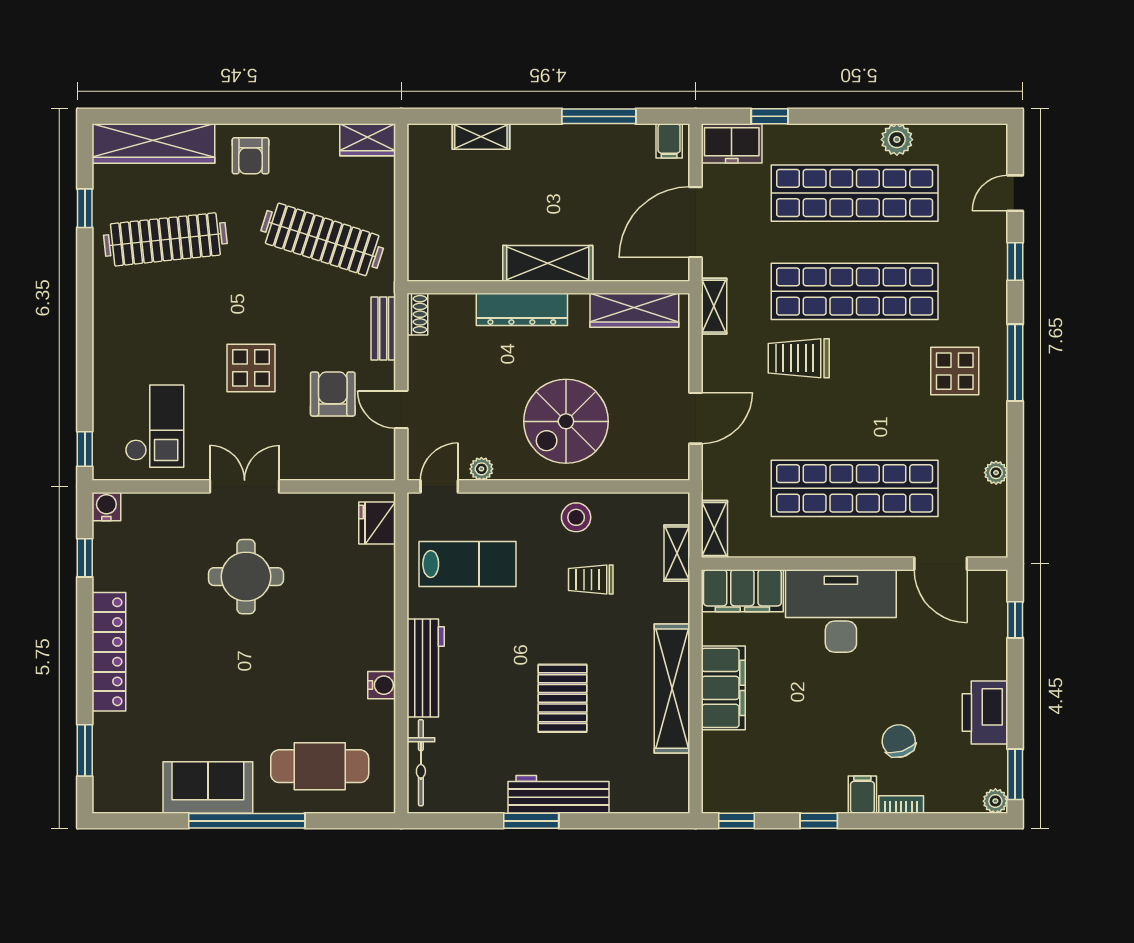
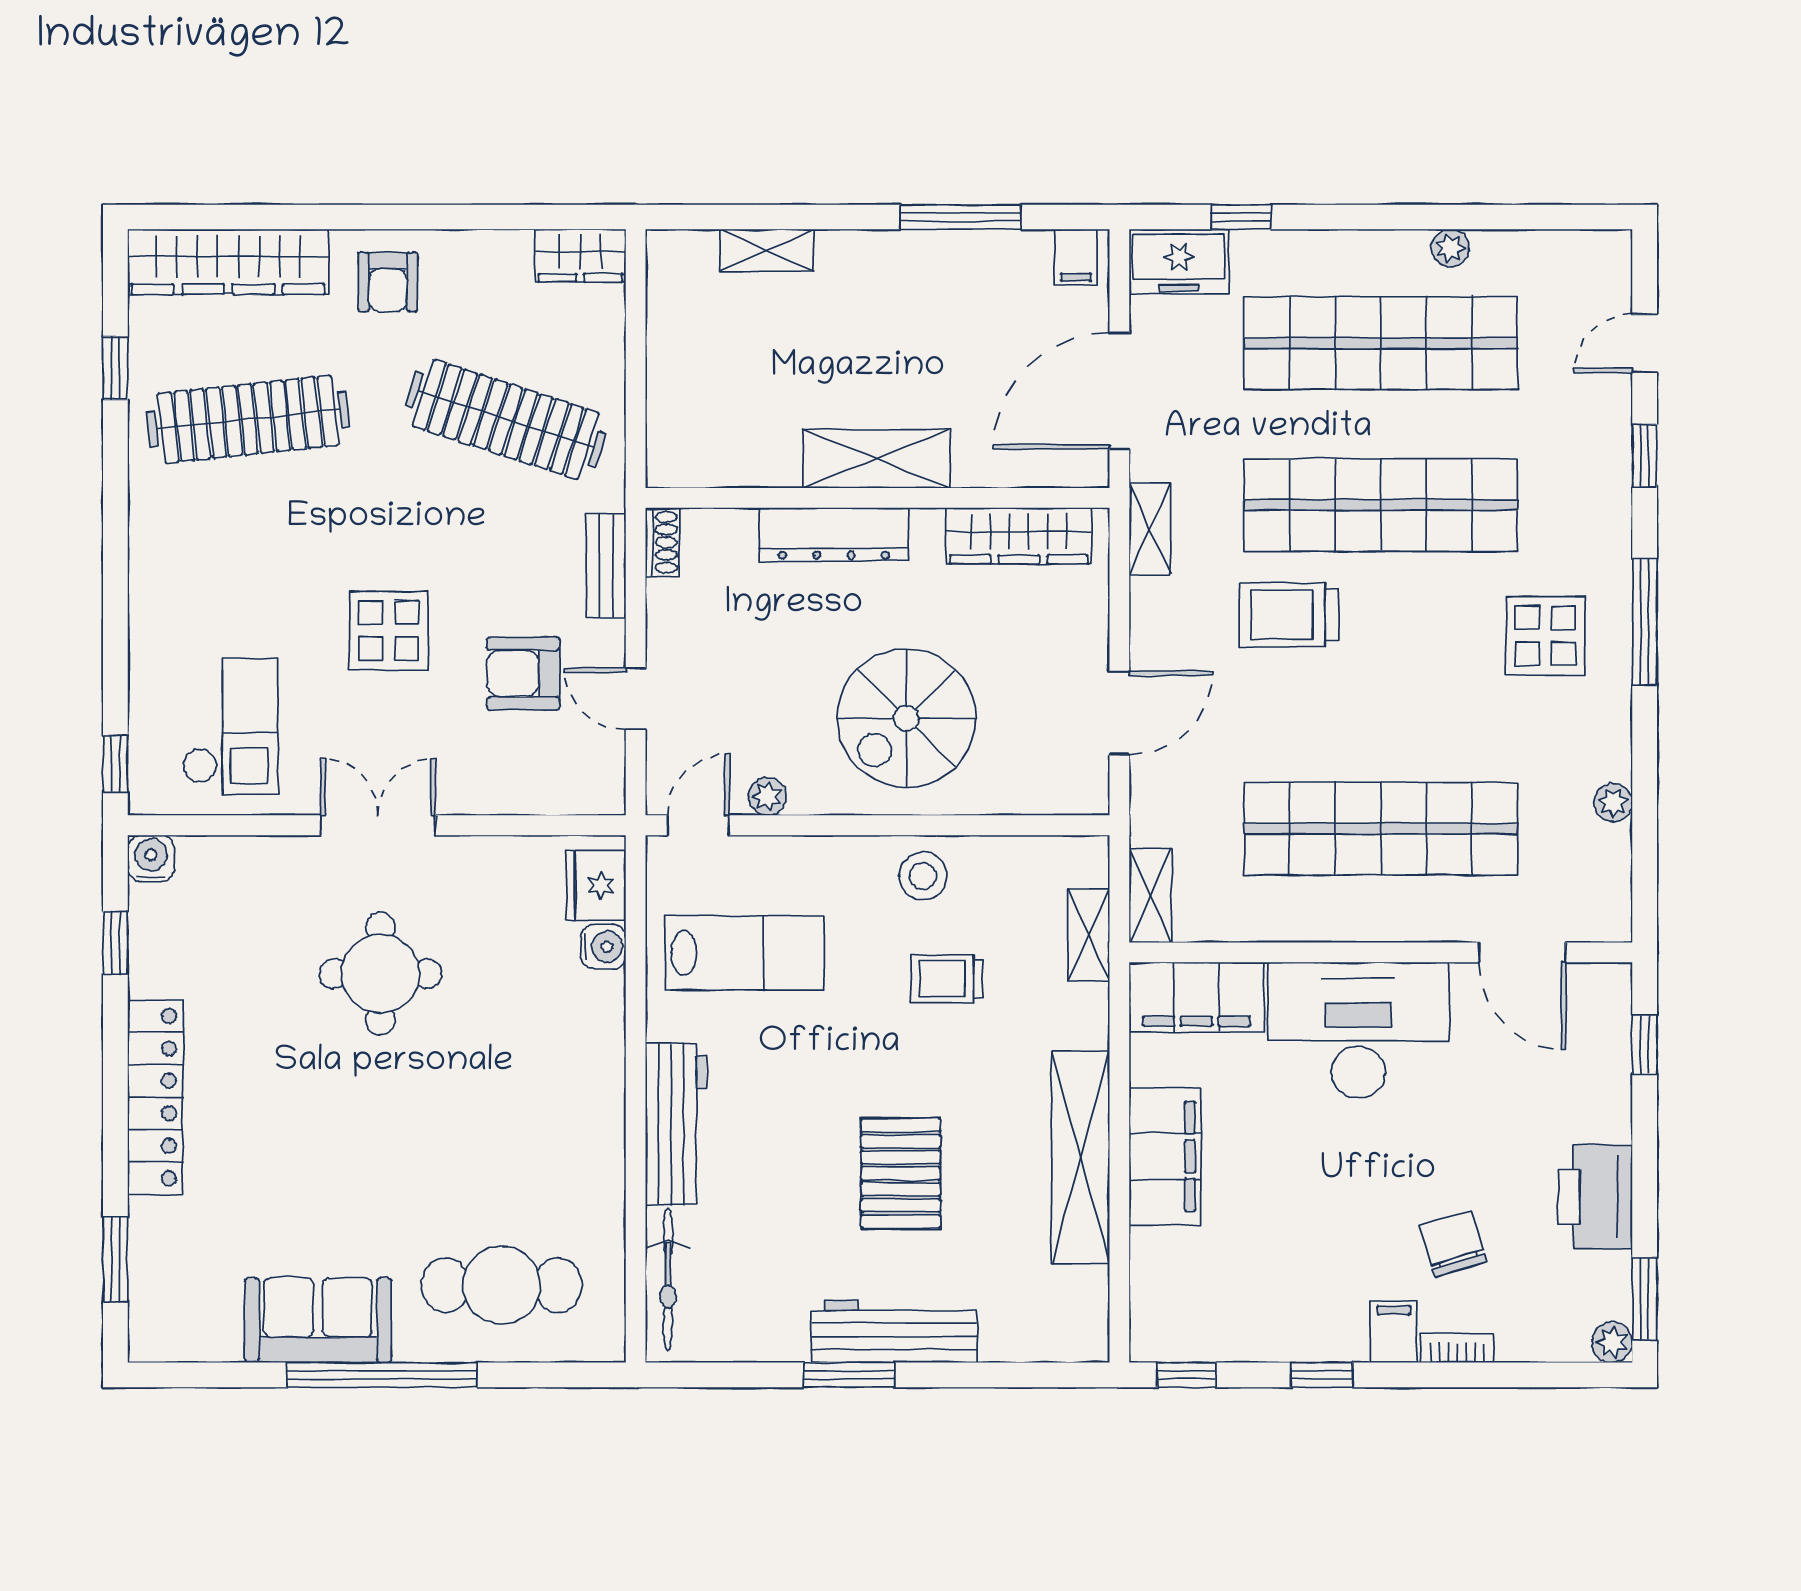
plant: (897, 140) -> (1450, 248), width x0.73, depth x0.73
armchair: (333, 394) -> (523, 673), turned -90
water cooler: (382, 685) -> (603, 947), moved

